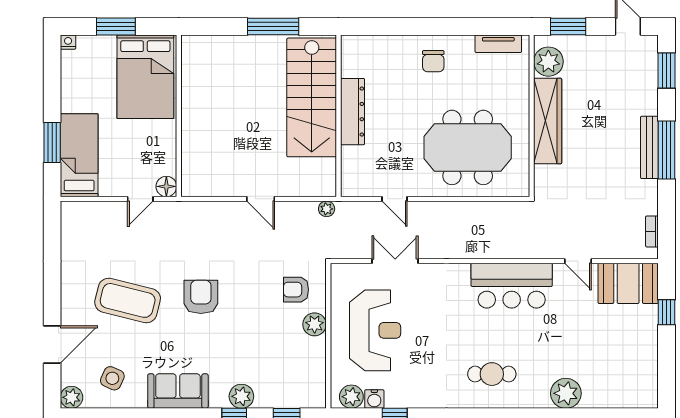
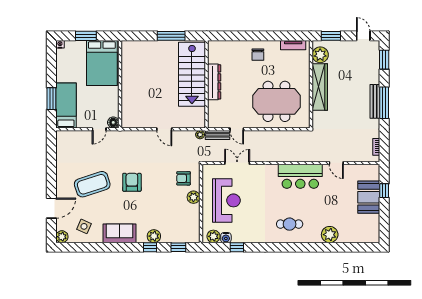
bench: (359, 209) -> (217, 135), added
booth: (628, 283) -> (369, 197), moved, turned 90
coffee table: (128, 300) -> (92, 184), turned -32

